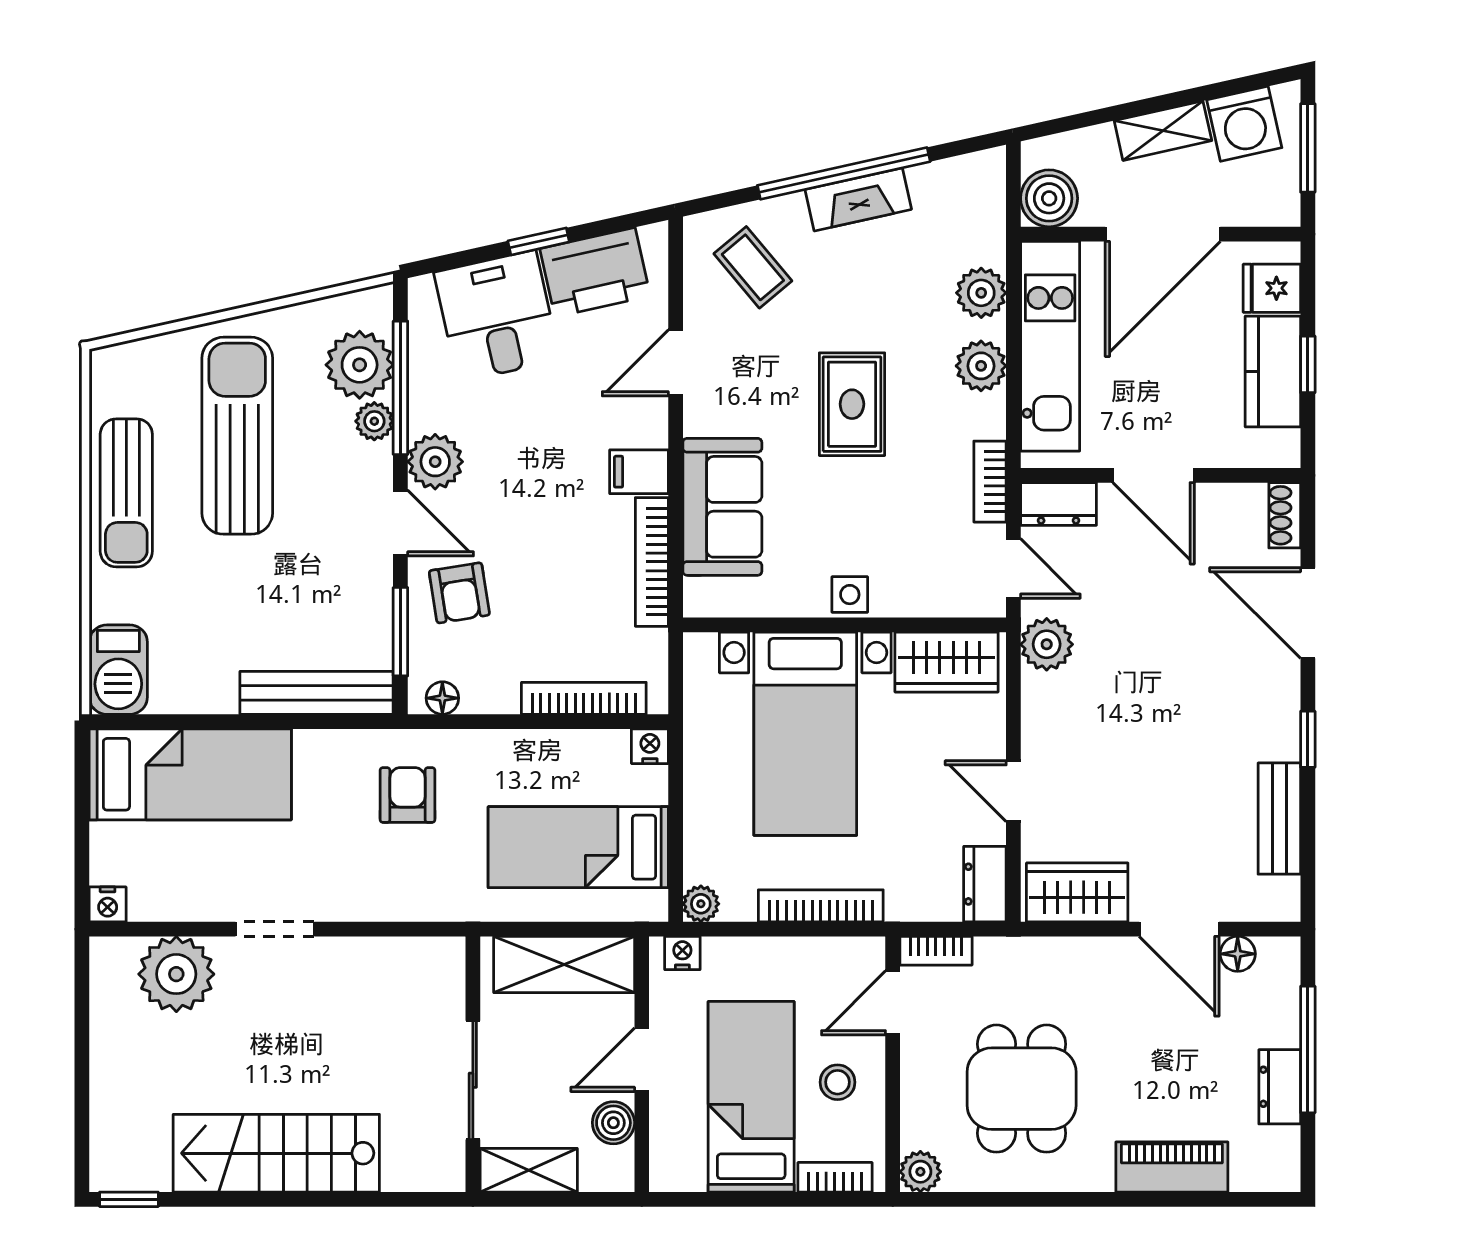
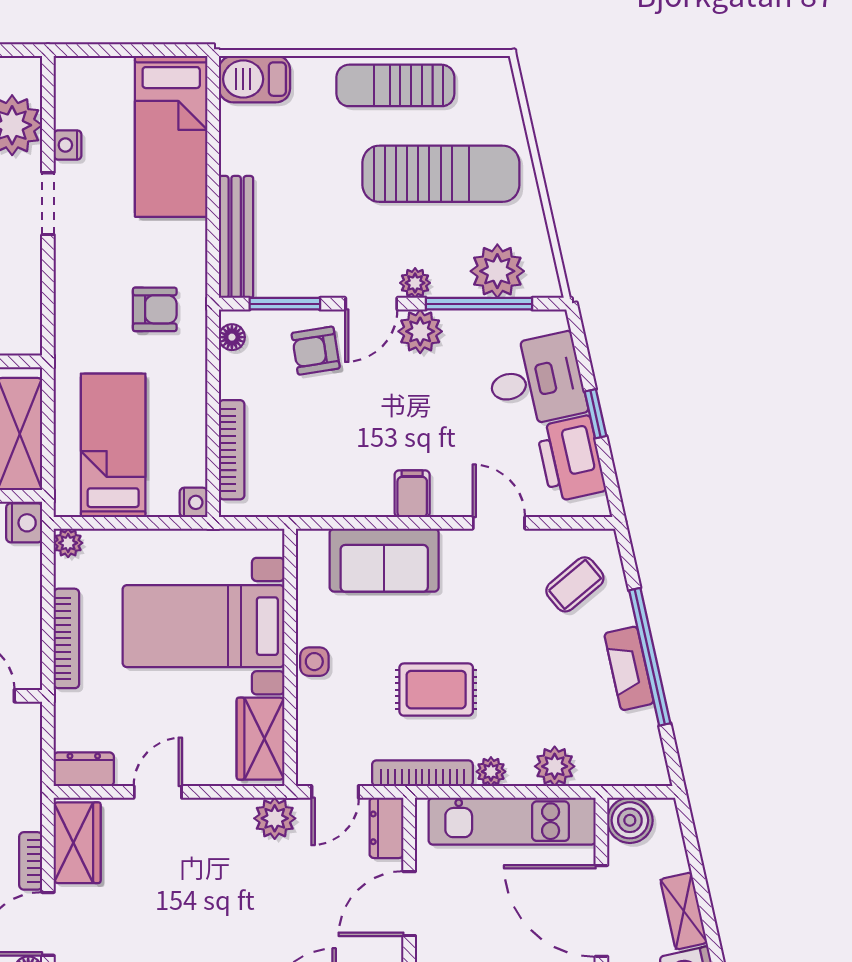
plant: (981, 366) -> (491, 772), width x0.73, depth x0.73
rug: (852, 404) -> (436, 690), moved
plant: (374, 421) -> (415, 283), moved
bookcase: (990, 482) -> (422, 773), width x1.56
bookcase: (652, 562) -> (340, 504), removed
nightstand: (108, 904) -> (68, 145), moved
bookcase: (936, 951) -> (31, 861), moved
nightstand: (682, 953) -> (24, 523), width x1.39, depth x1.35

